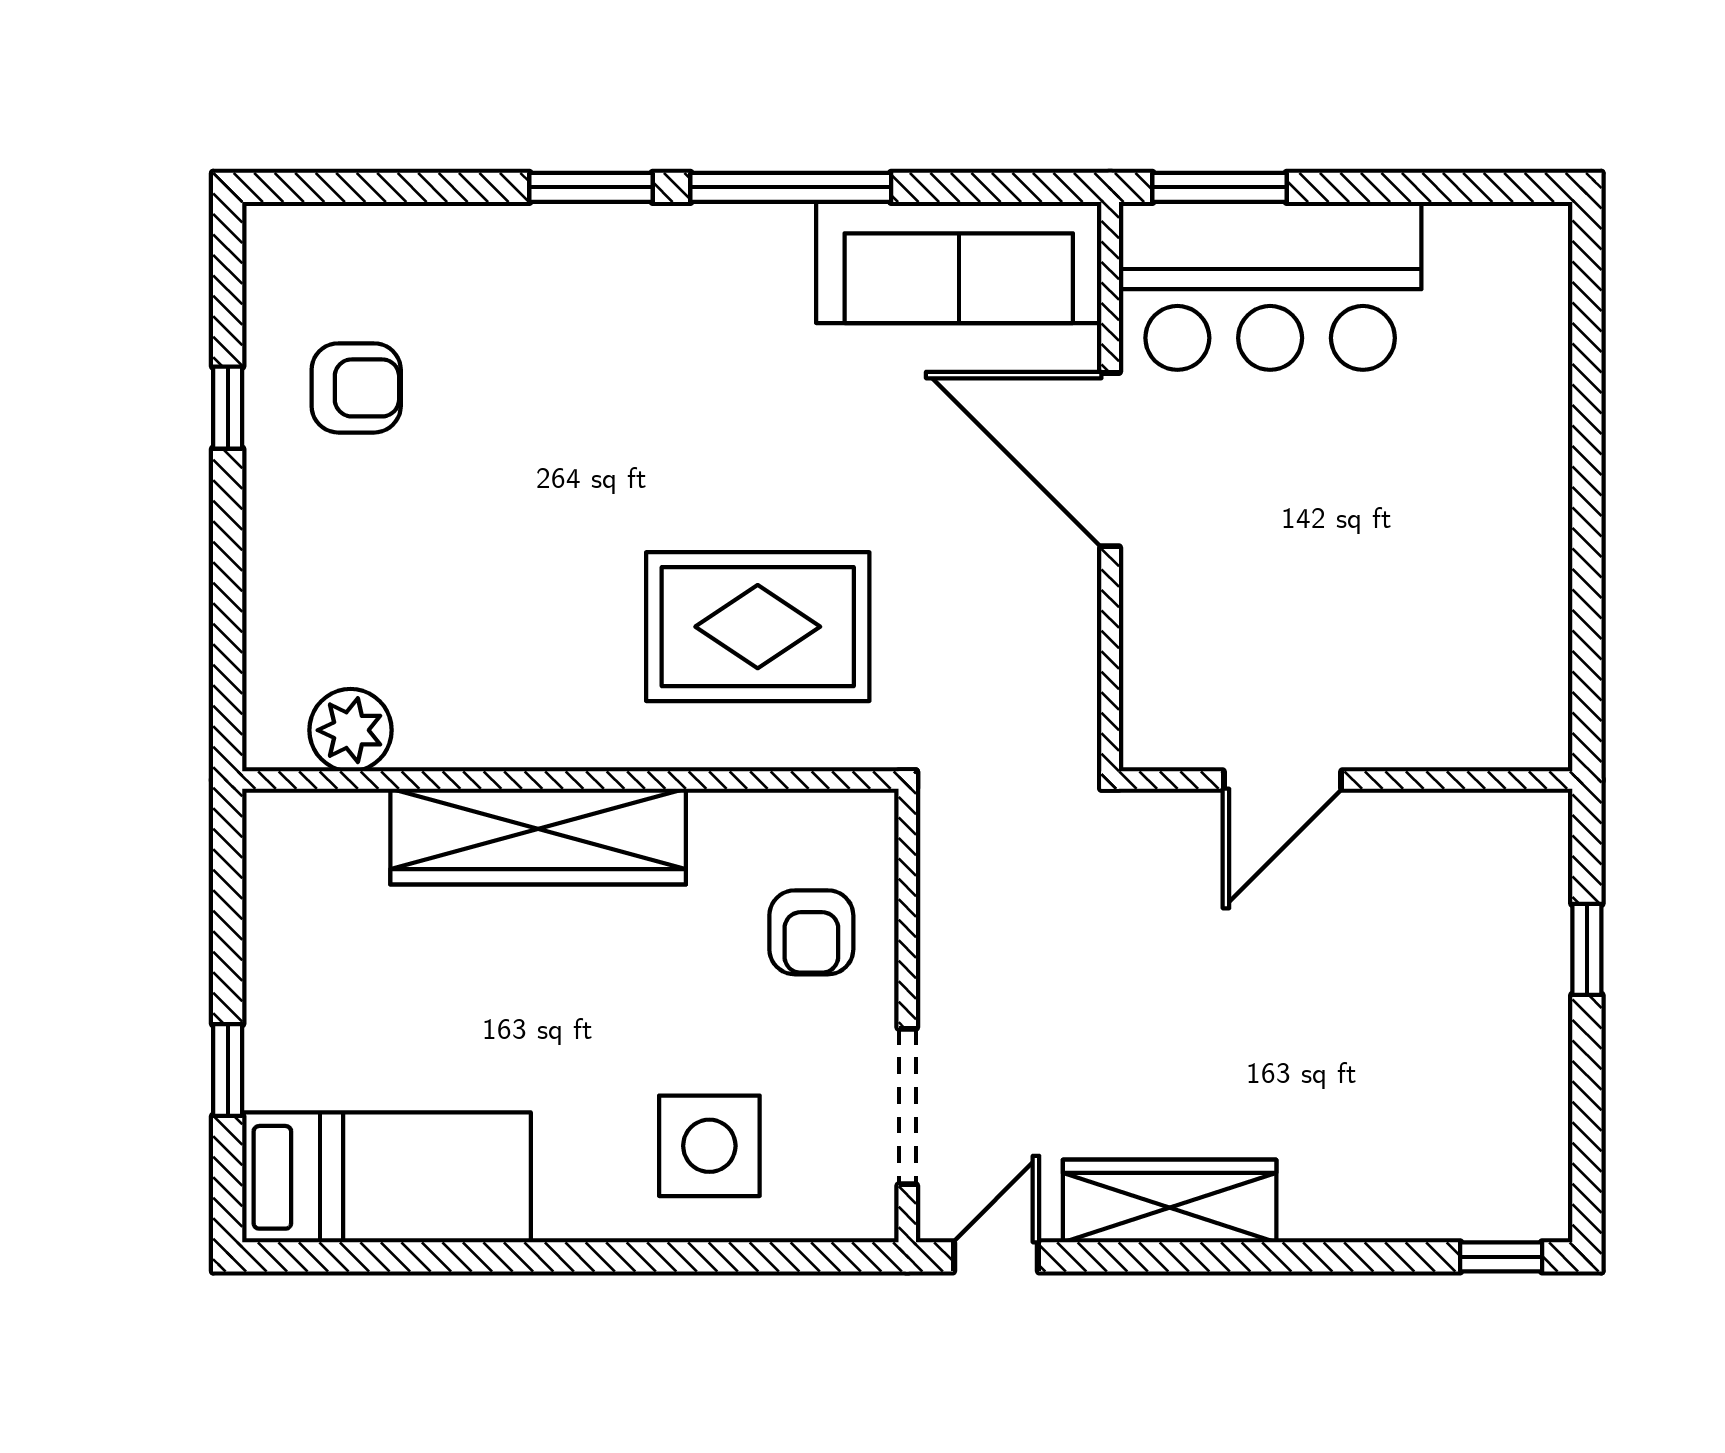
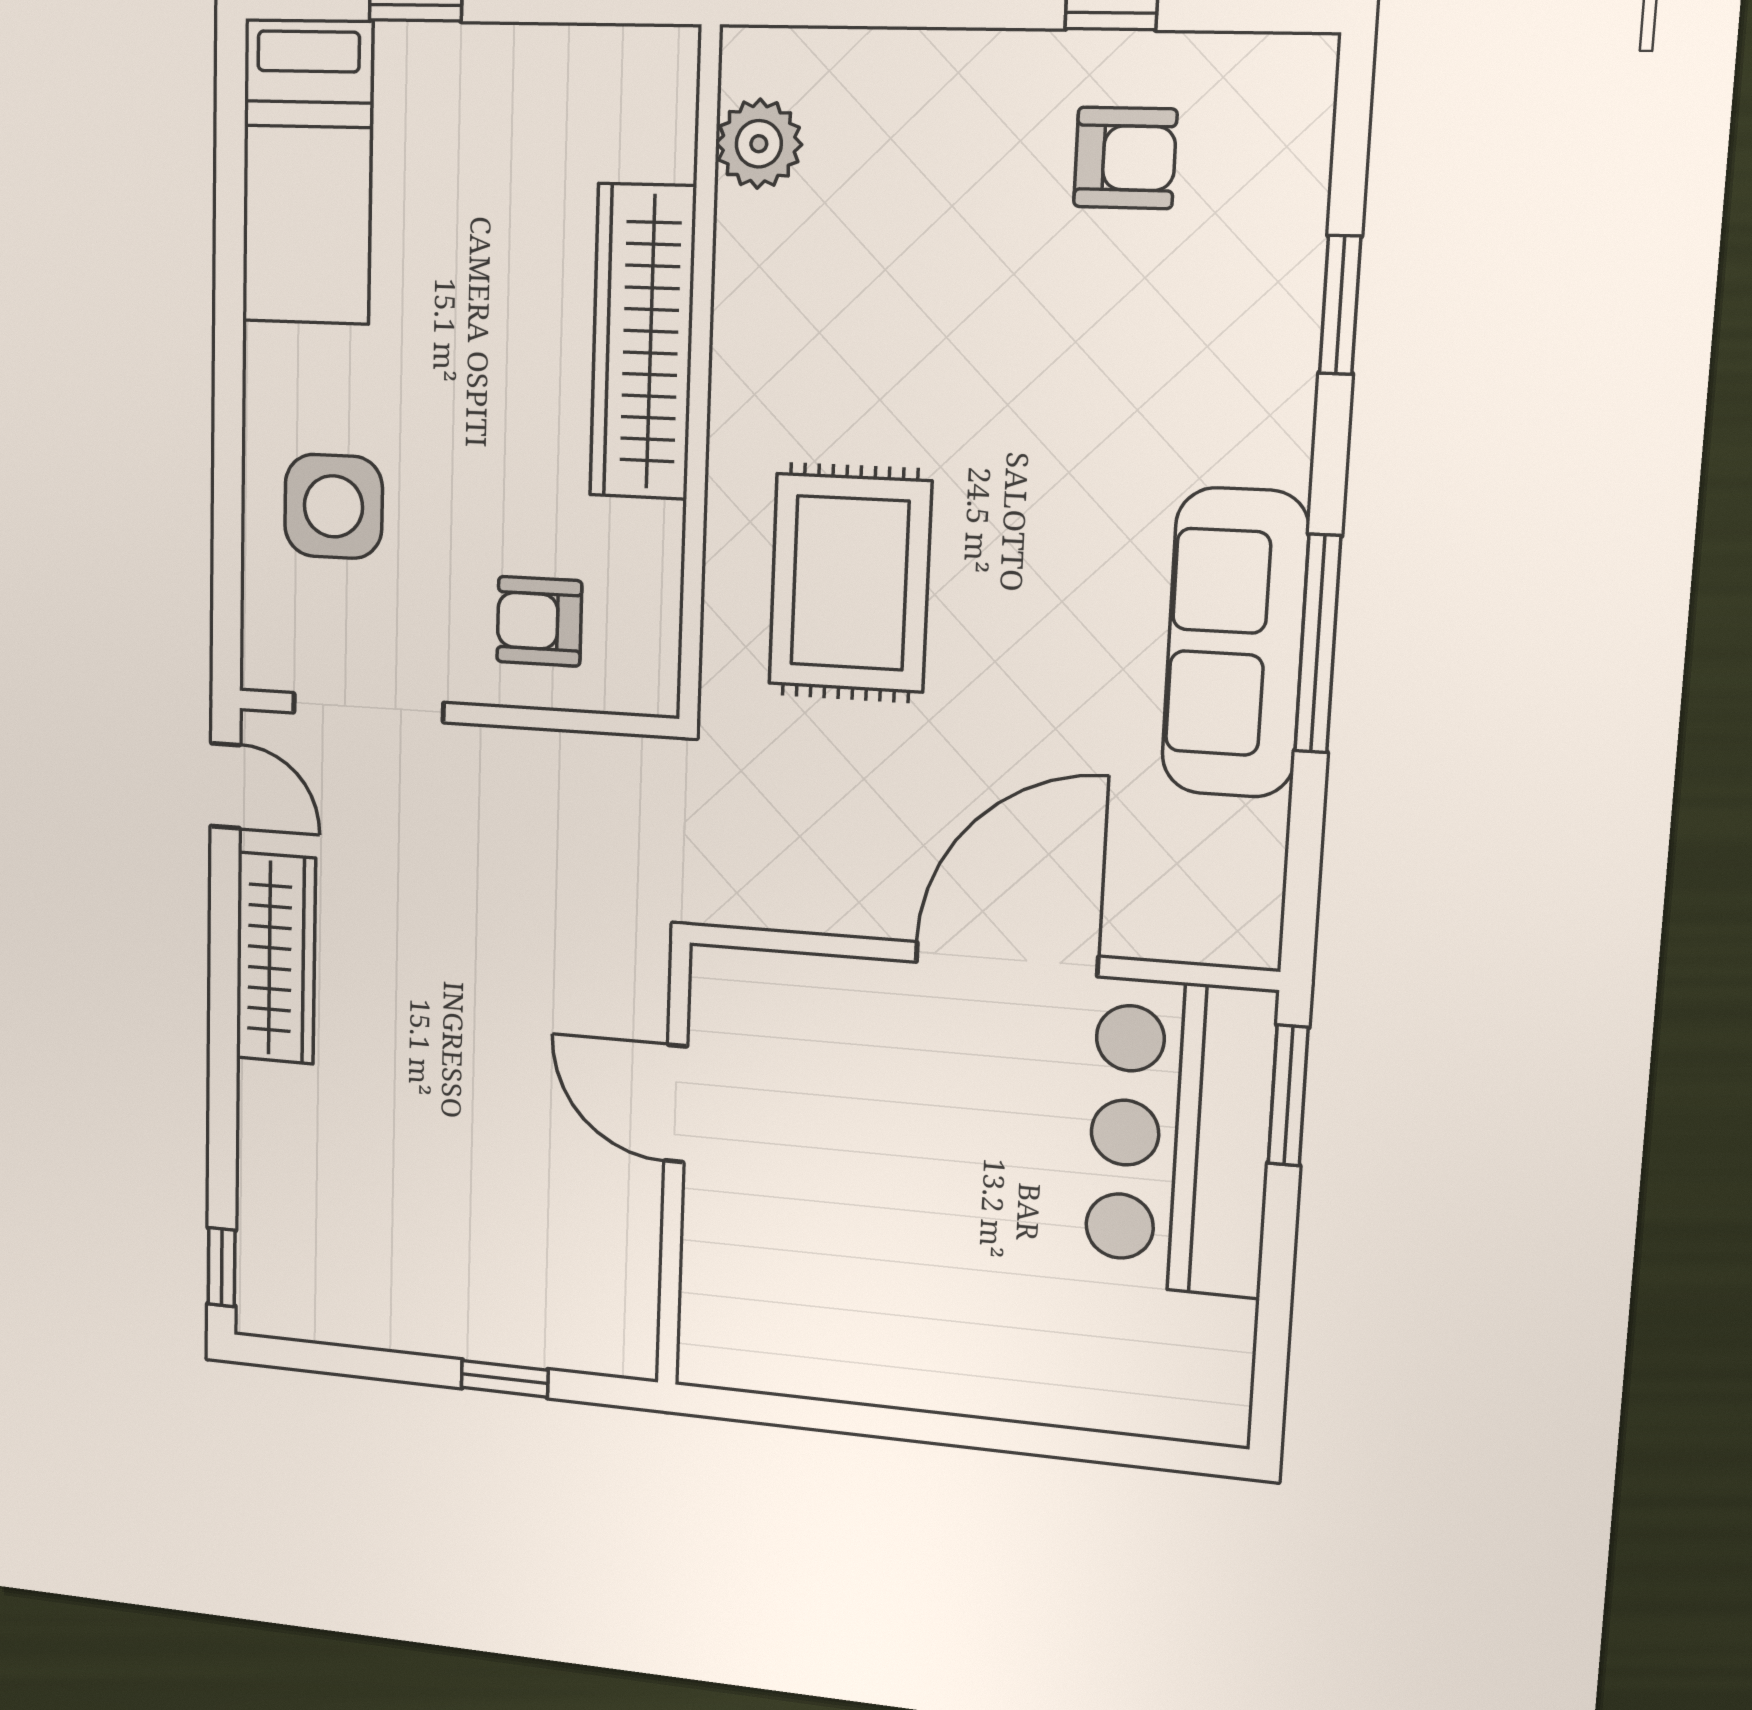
window: (591, 187) -> (1340, 305), moved
sofa: (959, 262) -> (1235, 643), moved
armchair: (356, 388) -> (1125, 158), turned -90

